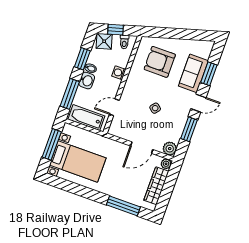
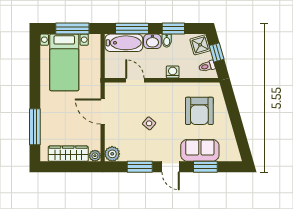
armchair: (160, 62) -> (199, 111), turned 180
bathtub: (86, 118) -> (124, 43), moved, turned 90
door: (142, 148) -> (103, 112), moved

